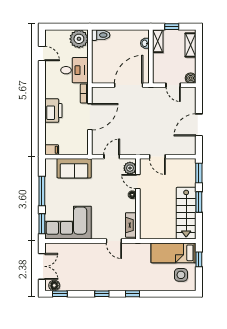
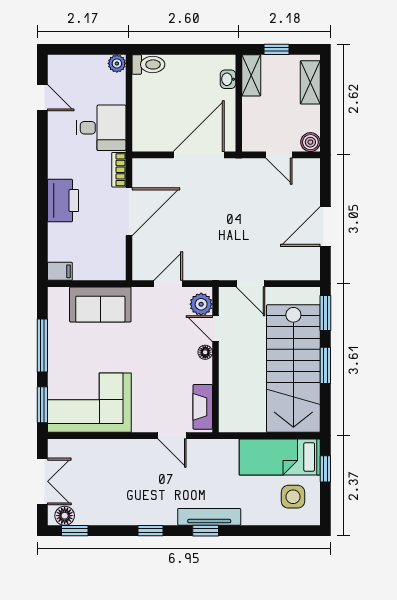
plant: (79, 39) -> (117, 63), width x0.53, depth x0.53
stairs: (186, 213) -> (293, 369), width x1.36, depth x1.51
tv unit: (134, 286) -> (209, 517), added

